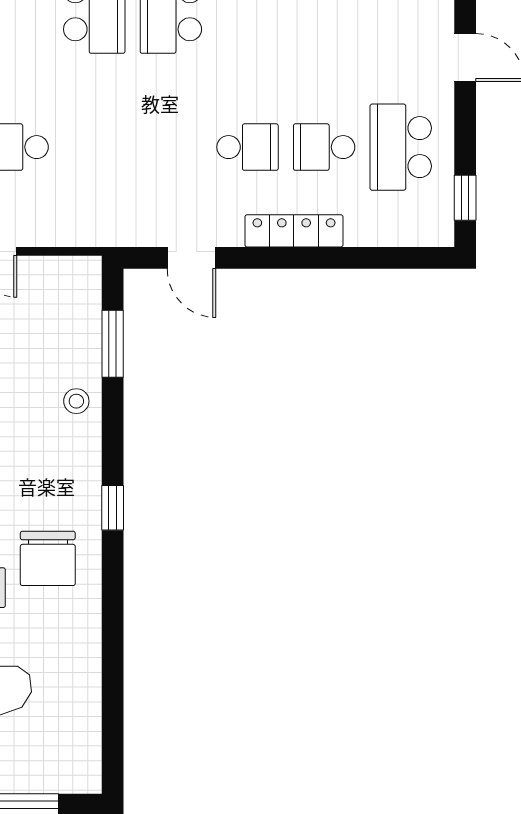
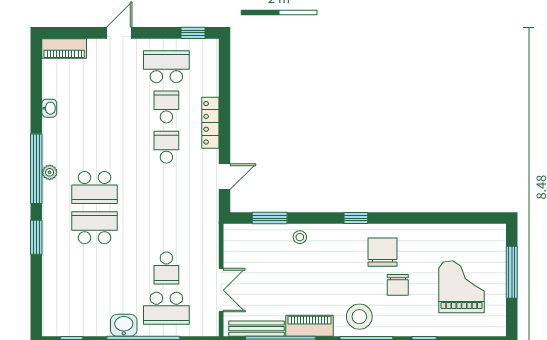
school desk: (324, 147) -> (166, 107), turned 180
school desk: (401, 147) -> (166, 67), turned 180
chair: (48, 558) -> (382, 252), turned -90

